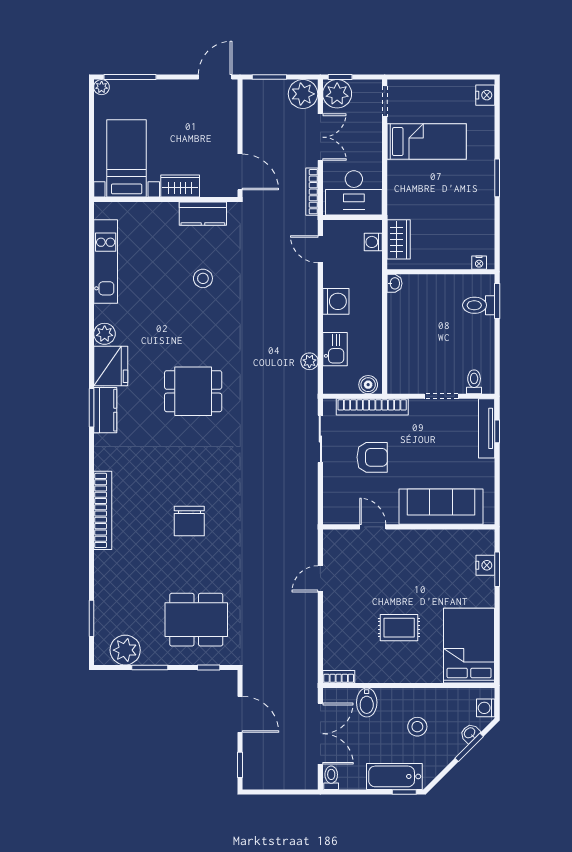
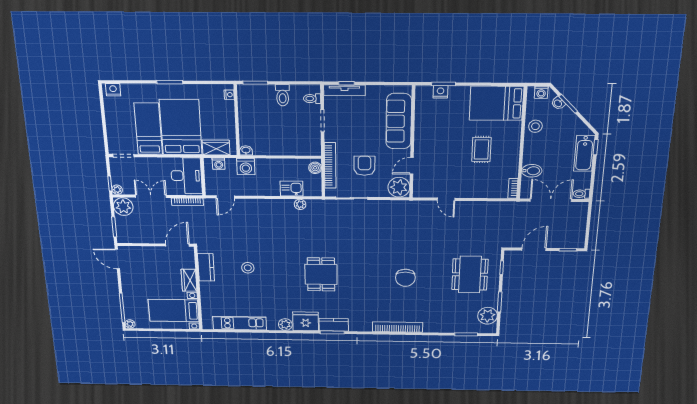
plant: (337, 94) -> (117, 190), width x0.53, depth x0.53
bed: (429, 189) -> (181, 127), added
washing machine: (336, 301) -> (246, 167), moved, turned 180
toilet: (479, 305) -> (283, 95), moved
plant: (339, 508) -> (399, 187), added
chair: (189, 521) -> (405, 278), turned 90
stool: (417, 727) -> (535, 126), moved

